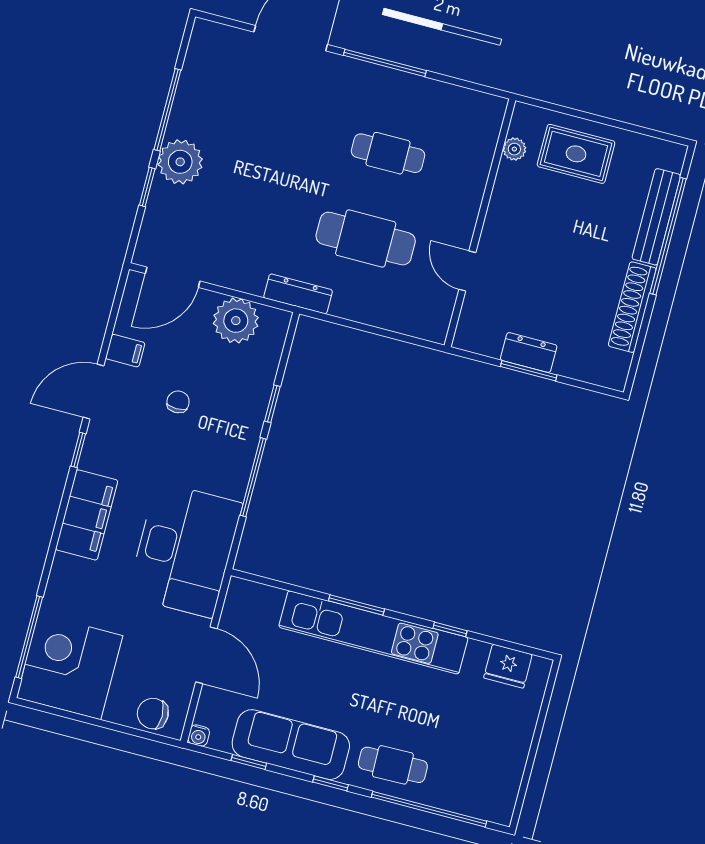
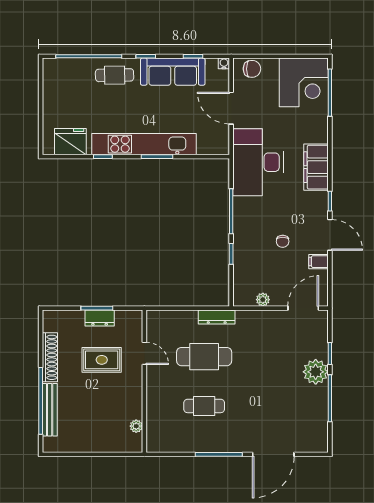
rug: (576, 154) -> (102, 360), moved
dresser: (298, 294) -> (217, 317), moved
plant: (236, 321) -> (263, 300), width x0.53, depth x0.53
door: (94, 392) -> (330, 235), hinge flipped
fridge: (508, 666) -> (70, 142), width x1.36, depth x1.34

